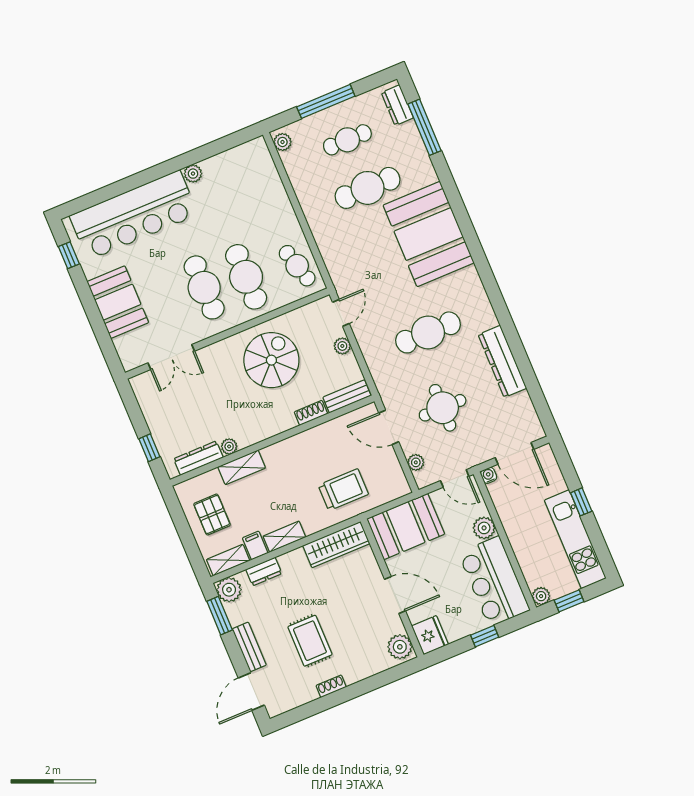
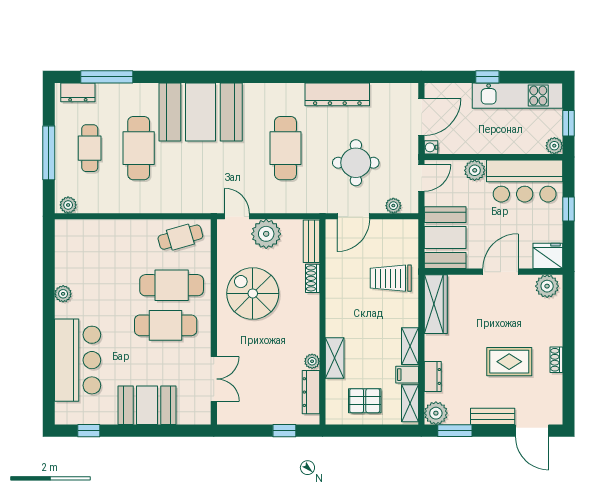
bar counter: (134, 215) -> (78, 360), width x0.73
plant: (342, 346) -> (266, 234), width x1.87, depth x1.87
trolley: (343, 490) -> (391, 278), turned -90

